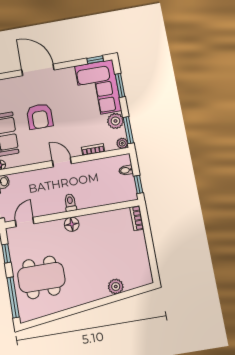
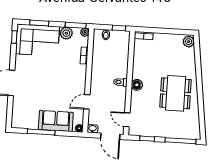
armchair: (40, 116) -> (49, 90), removed
door: (62, 162) -> (87, 102), moved
dining table: (41, 277) -> (176, 93), moved
plant: (116, 287) -> (189, 42), moved

